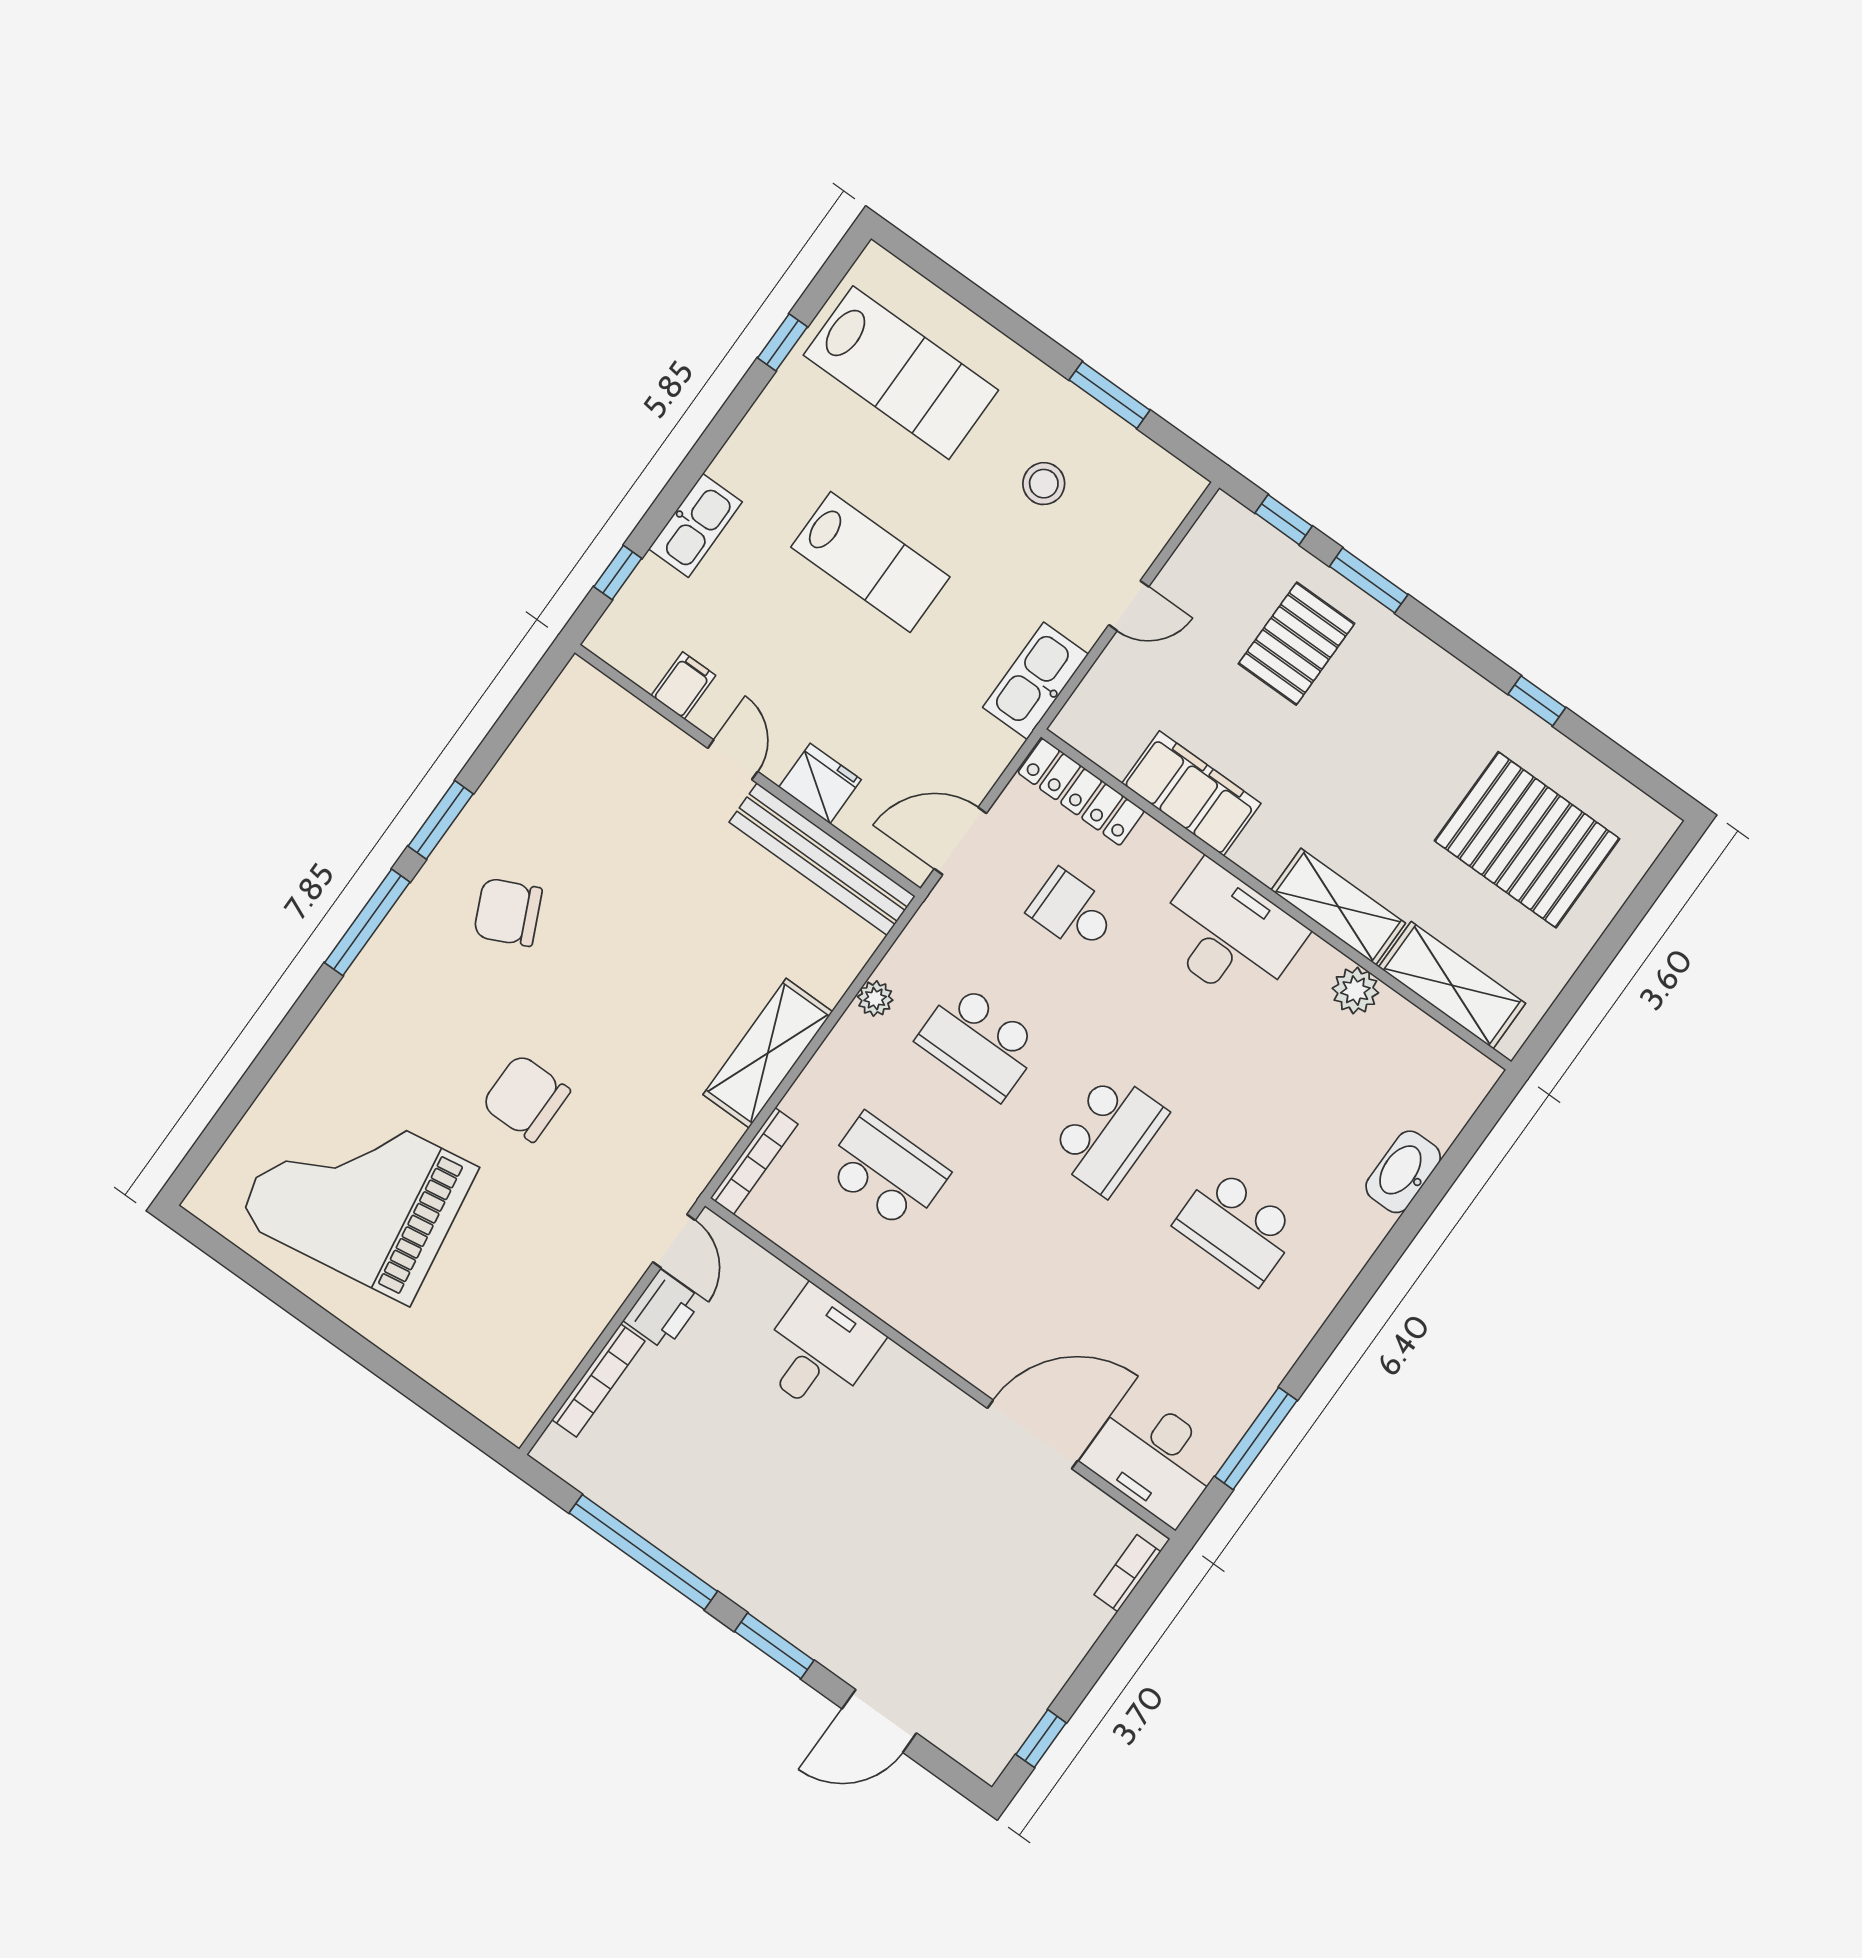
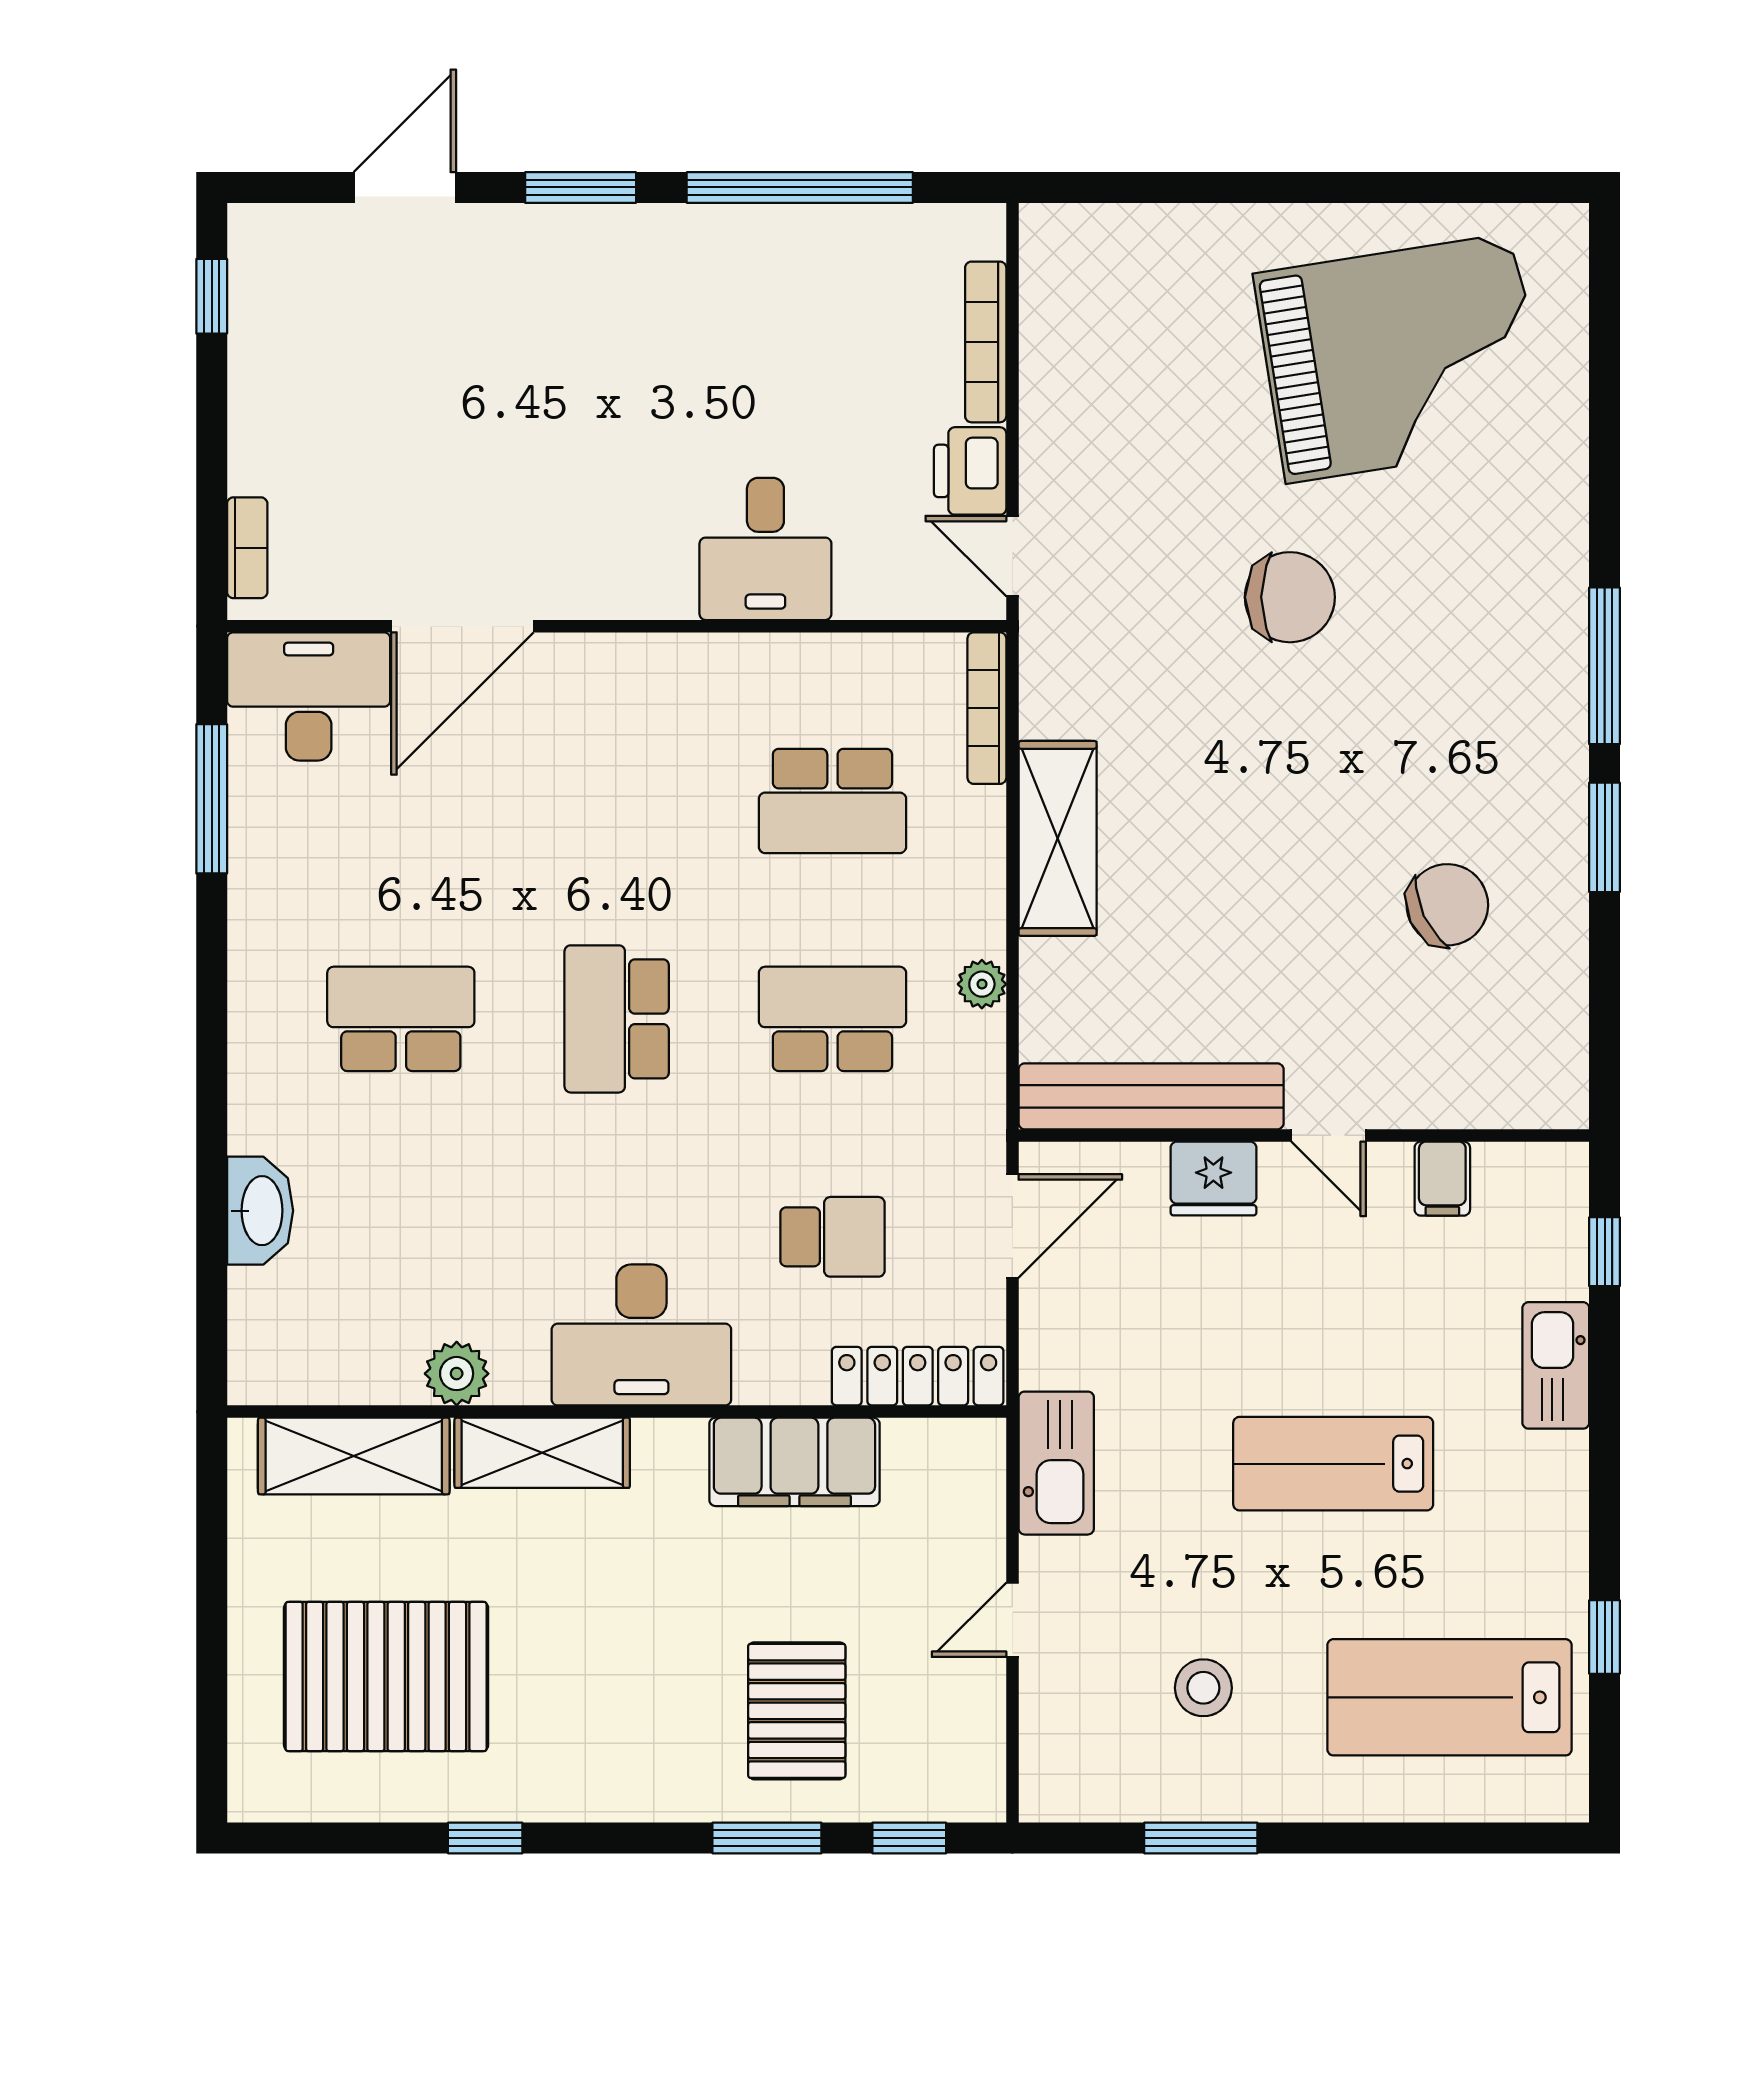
chair: (508, 912) -> (1447, 905), moved

